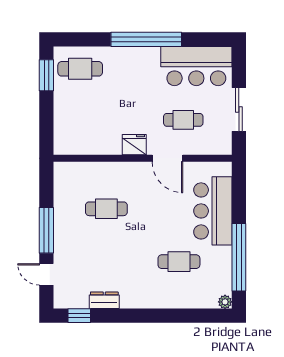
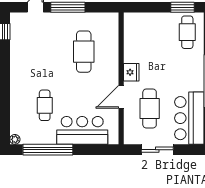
cafe table: (183, 120) -> (150, 108), width x1.37, depth x1.35
cafe table: (106, 209) -> (84, 52), width x1.37, depth x1.35
dresser: (104, 300) -> (16, 50), removed

